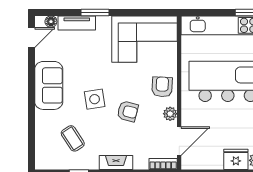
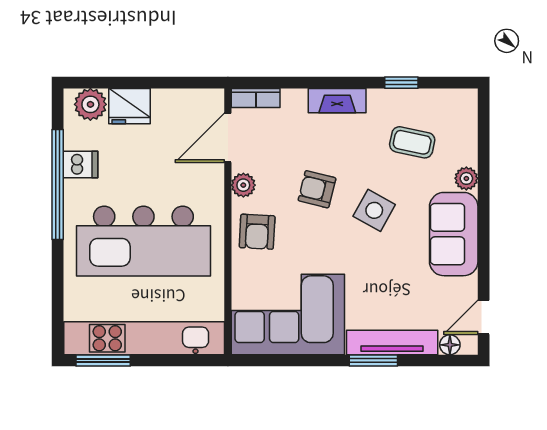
tv unit: (77, 23) -> (392, 343), width x1.41
side table: (95, 99) -> (374, 210), turned 38
plant: (41, 118) -> (466, 178), added
coffee table: (73, 138) -> (412, 142), turned -45

